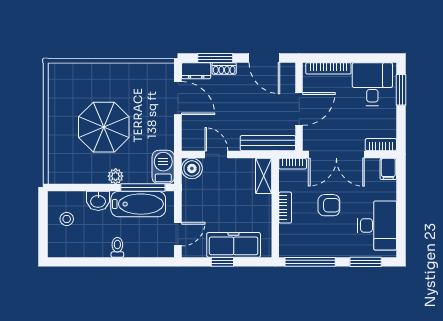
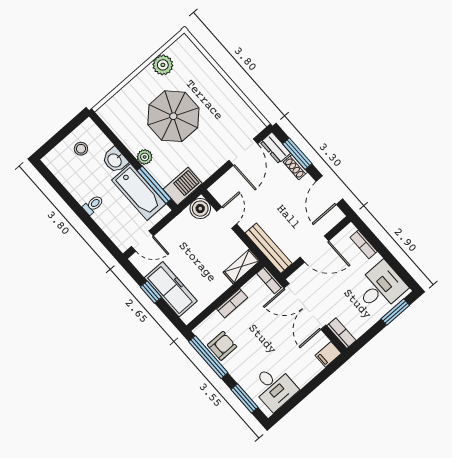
bookcase: (328, 68) -> (364, 244), width x0.64
plant: (58, 101) -> (163, 65), added
armchair: (329, 205) -> (222, 346), moved, turned -90
desk: (377, 225) -> (274, 387), width x0.73

